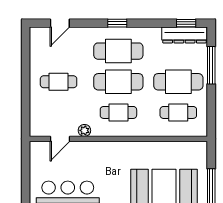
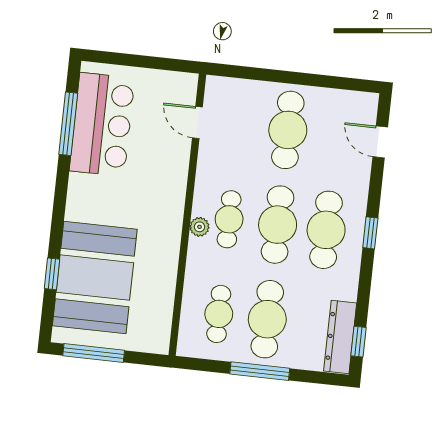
window: (211, 65) -> (260, 371), moved
cafe table: (59, 82) -> (288, 130), width x1.37, depth x1.35
plant: (84, 130) -> (199, 227), moved

